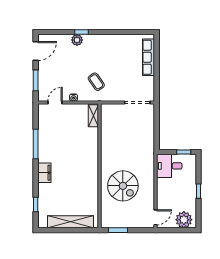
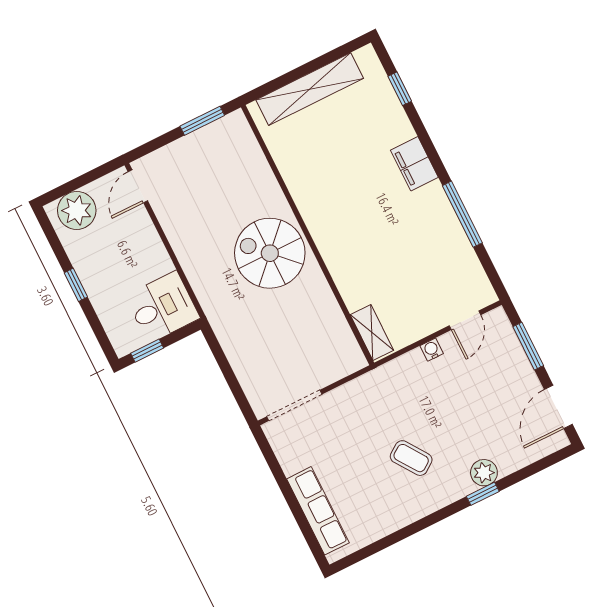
coffee table: (96, 82) -> (411, 458), moved
spiral stairs: (123, 186) -> (270, 253), moved

